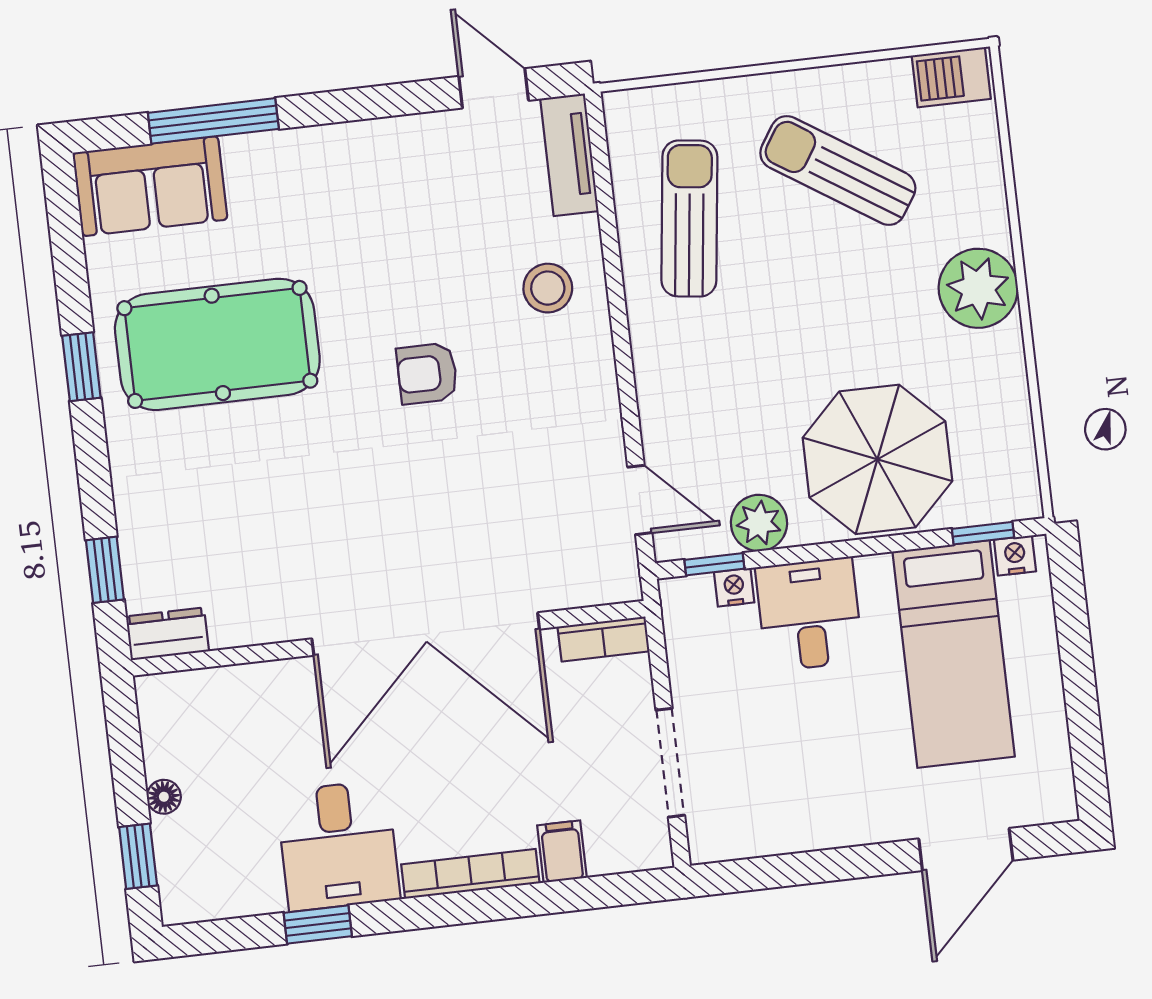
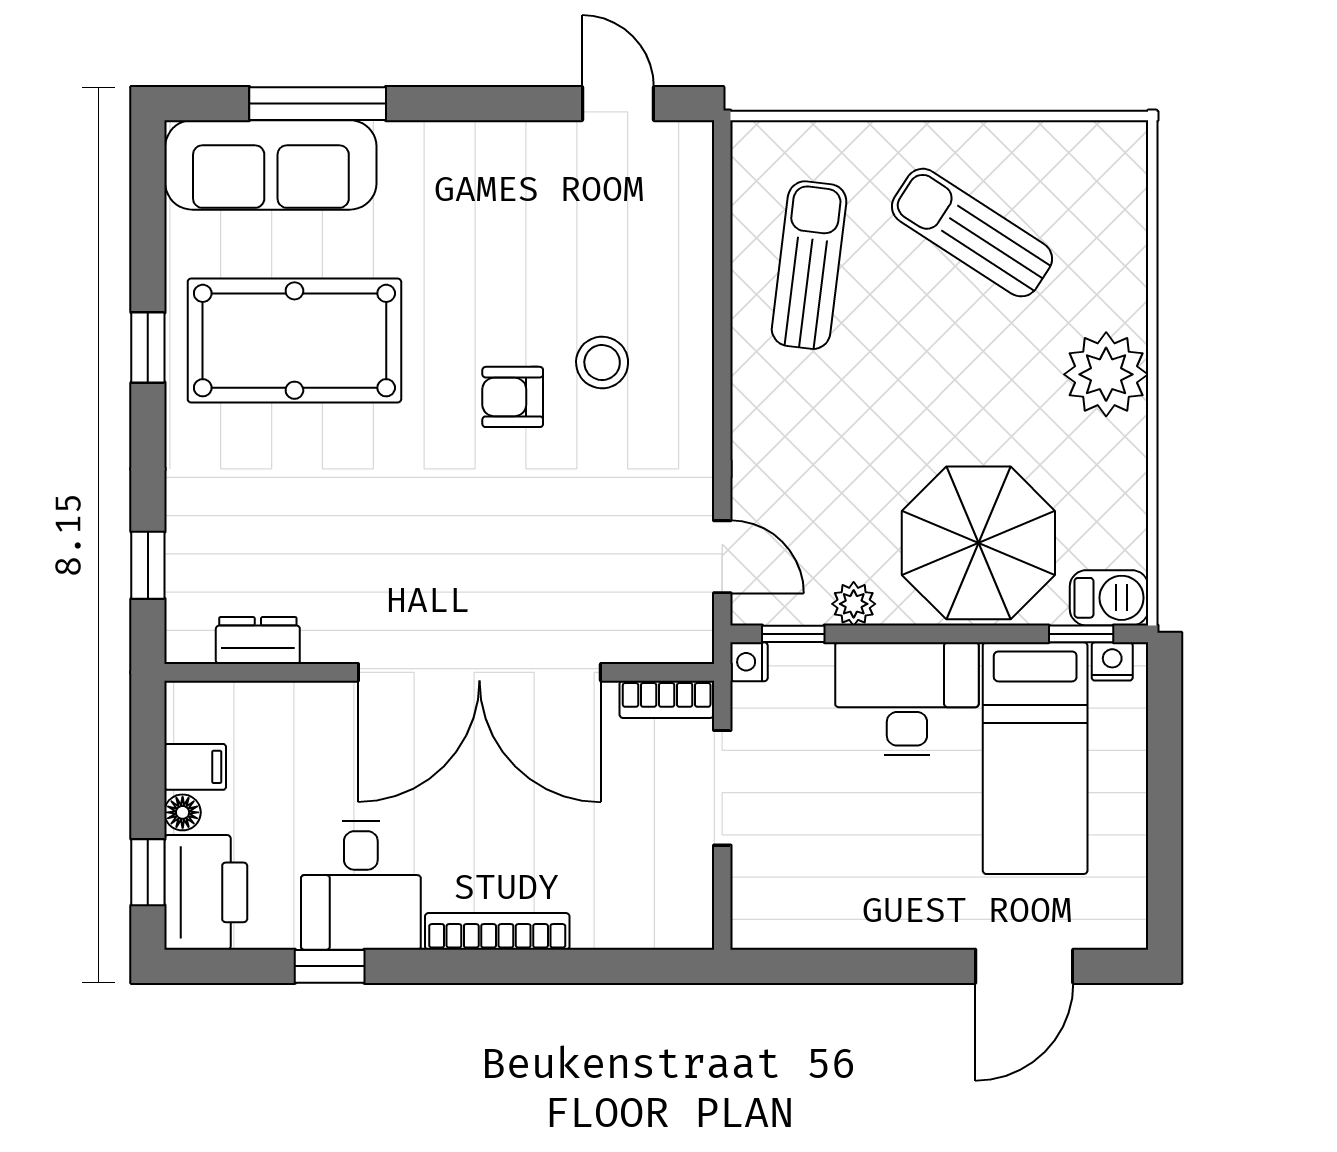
barbecue: (951, 77) -> (1109, 598), moved, turned 180
tv unit: (569, 155) -> (690, 183), removed
sofa: (150, 186) -> (271, 165), width x1.36
stool: (548, 288) -> (602, 363), moved
plant: (759, 523) -> (854, 604), width x0.73, depth x0.73
nightstand: (734, 587) -> (749, 662), moved, turned -90
desk: (809, 614) -> (907, 698), width x1.37
dresser: (167, 634) -> (258, 641), moved
doorway: (670, 763) -> (722, 788), moved
filing cabinet: (562, 852) -> (195, 767), moved, turned 90
printer: (194, 869) -> (206, 892), added

